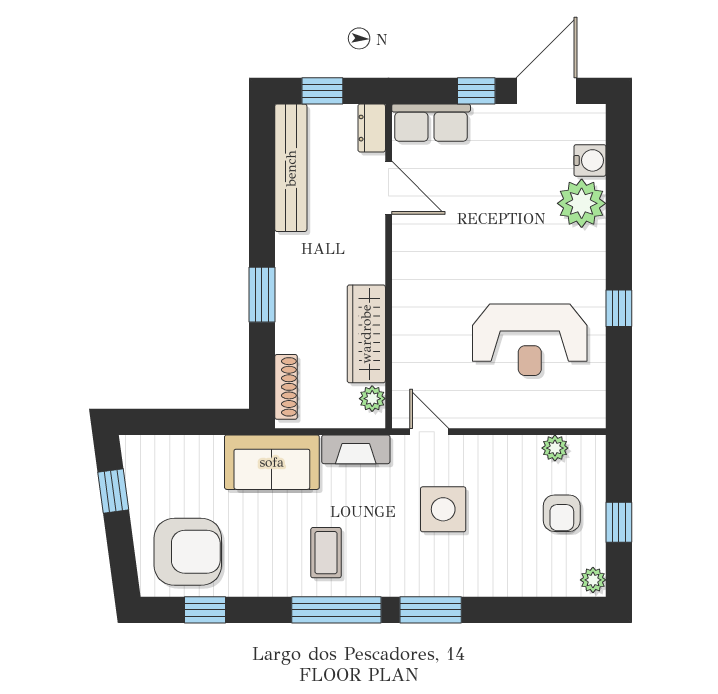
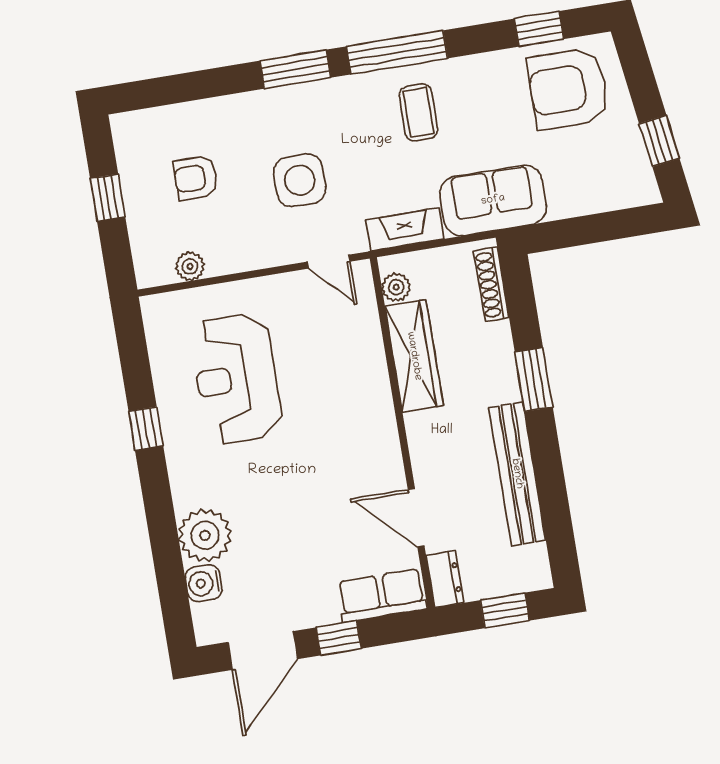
bench: (291, 168) -> (517, 474), moved
reception desk: (530, 340) -> (236, 379), turned -90
armchair: (562, 513) -> (196, 178), moved, turned -90
plant: (593, 580) -> (125, 131), removed

